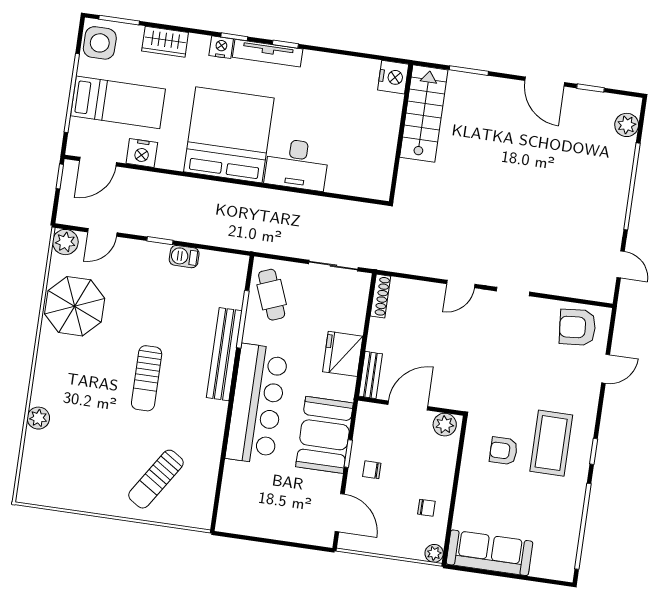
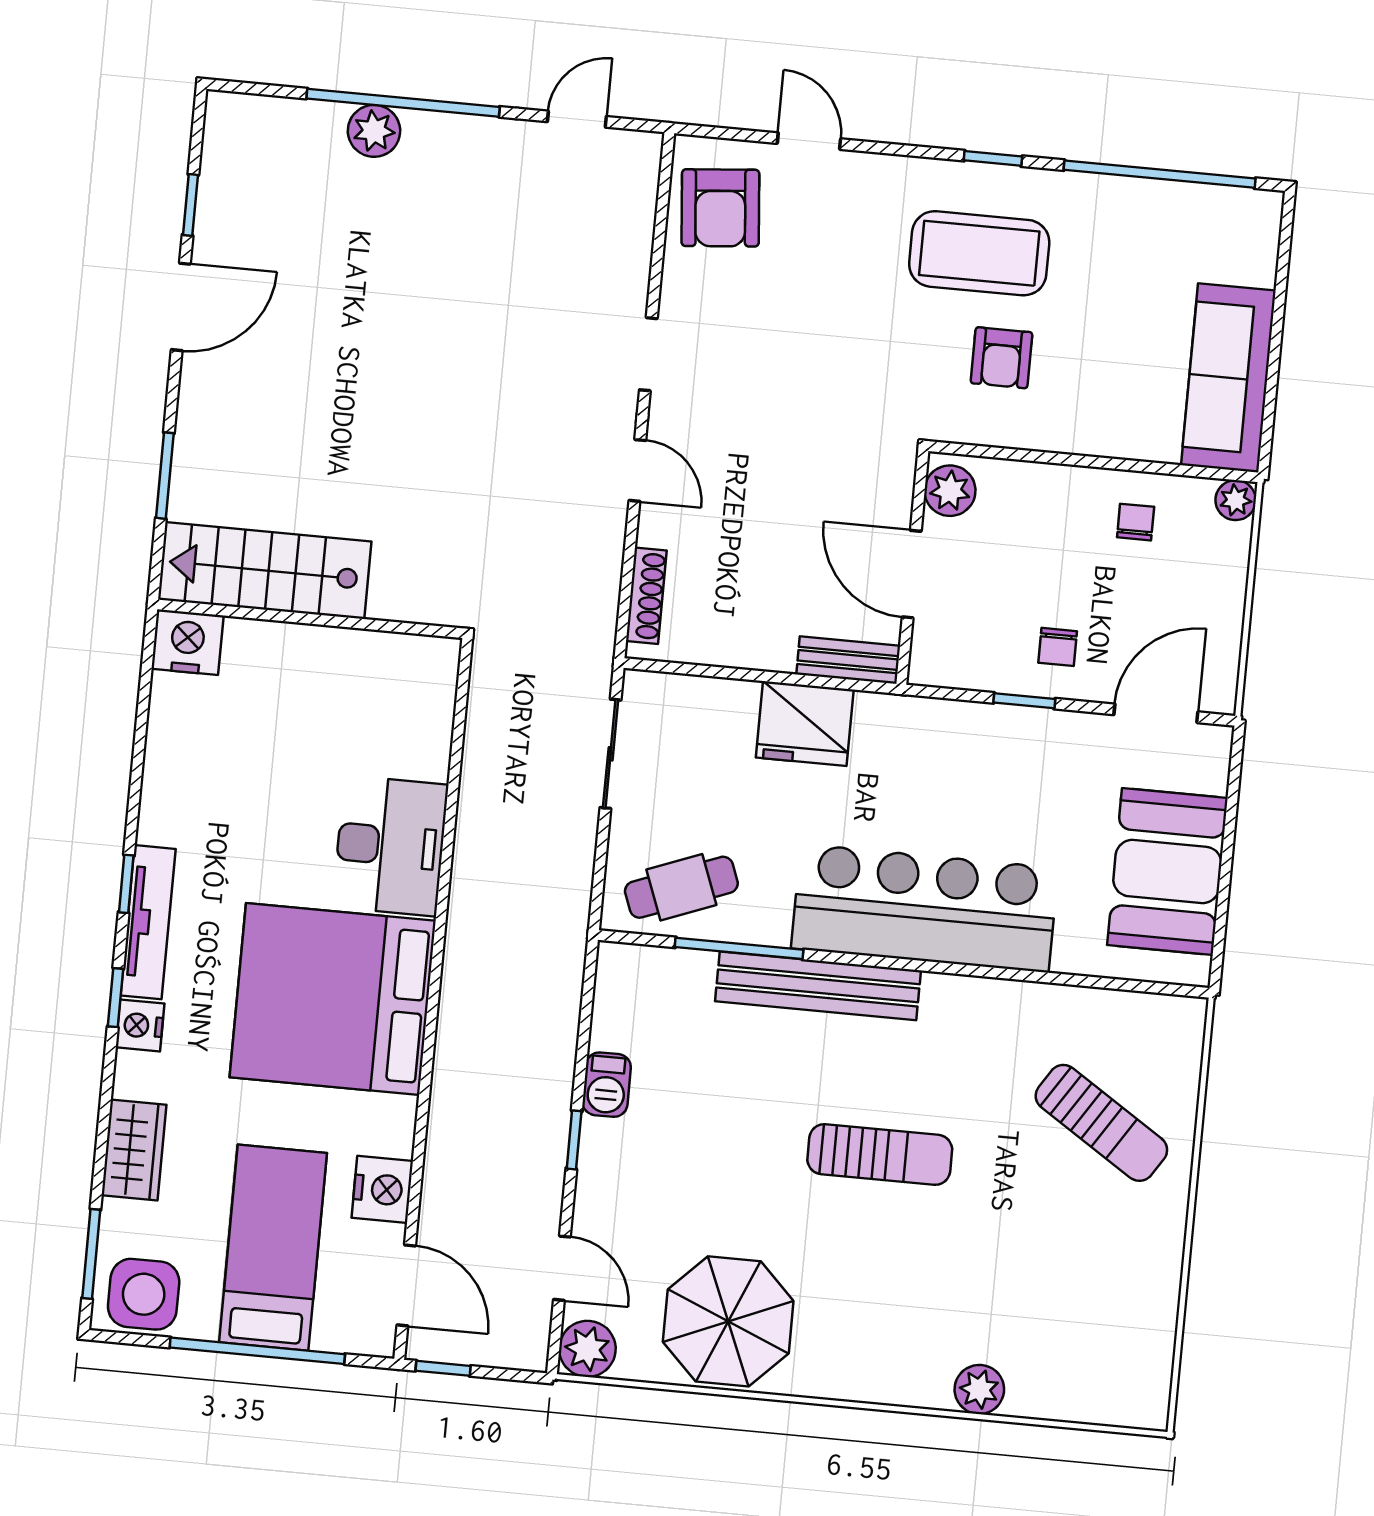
plant: (627, 125) -> (374, 131), moved
shoe rack: (380, 296) -> (646, 596), moved, turned 90
booth: (324, 435) -> (1167, 872), moved, turned 90

